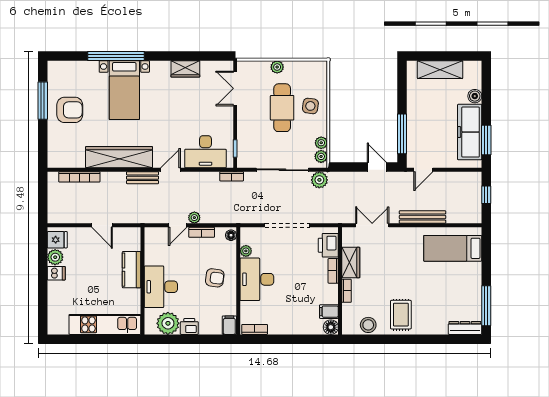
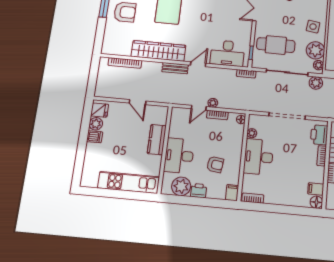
cafe table: (282, 108) -> (276, 45), moved, turned 90
plant: (321, 143) -> (315, 50), width x1.88, depth x1.88
armchair: (215, 278) -> (215, 164), moved

